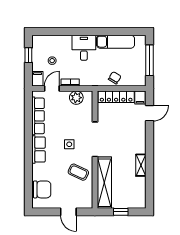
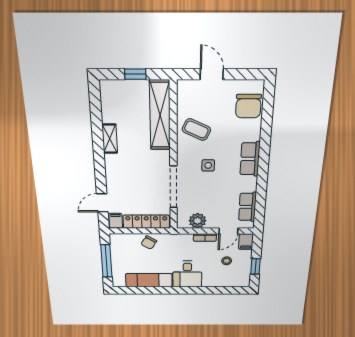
row of seats: (38, 116) -> (247, 207), width x0.68
doorway: (95, 139) -> (174, 187), moved
chair: (42, 189) -> (248, 106), turned -90

